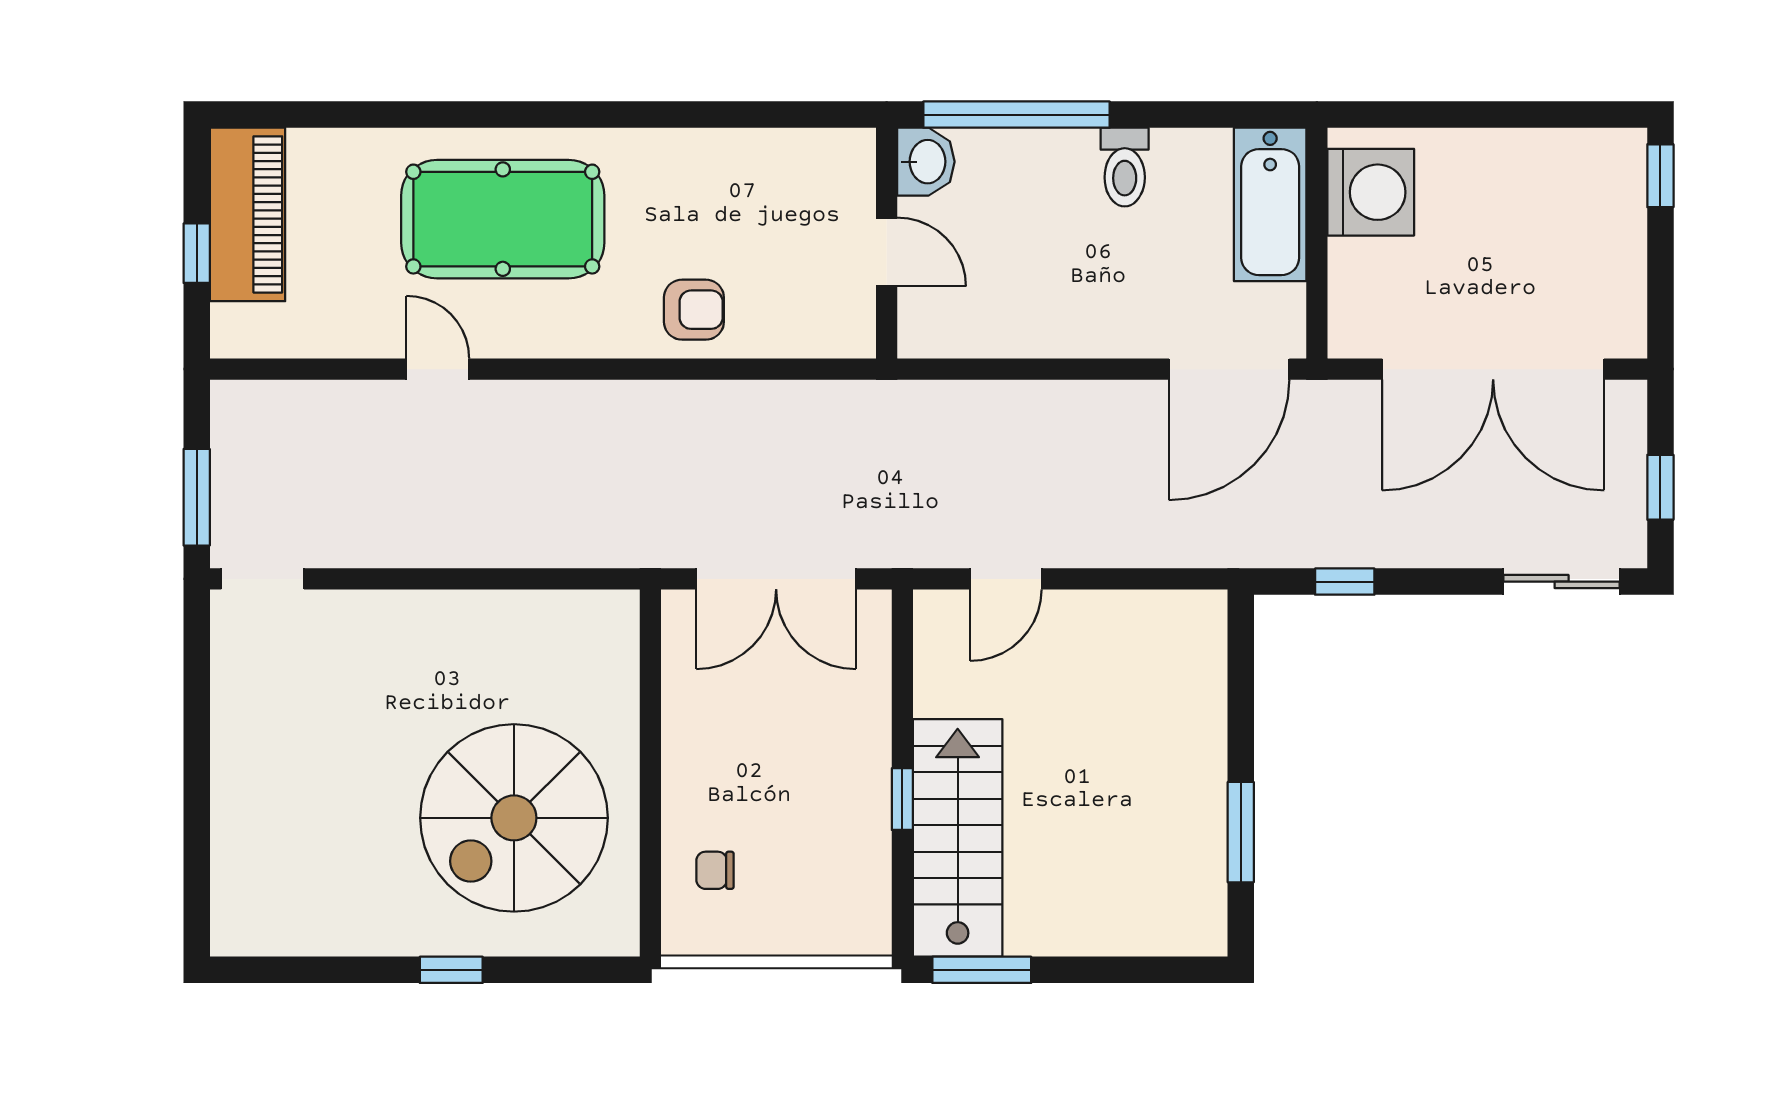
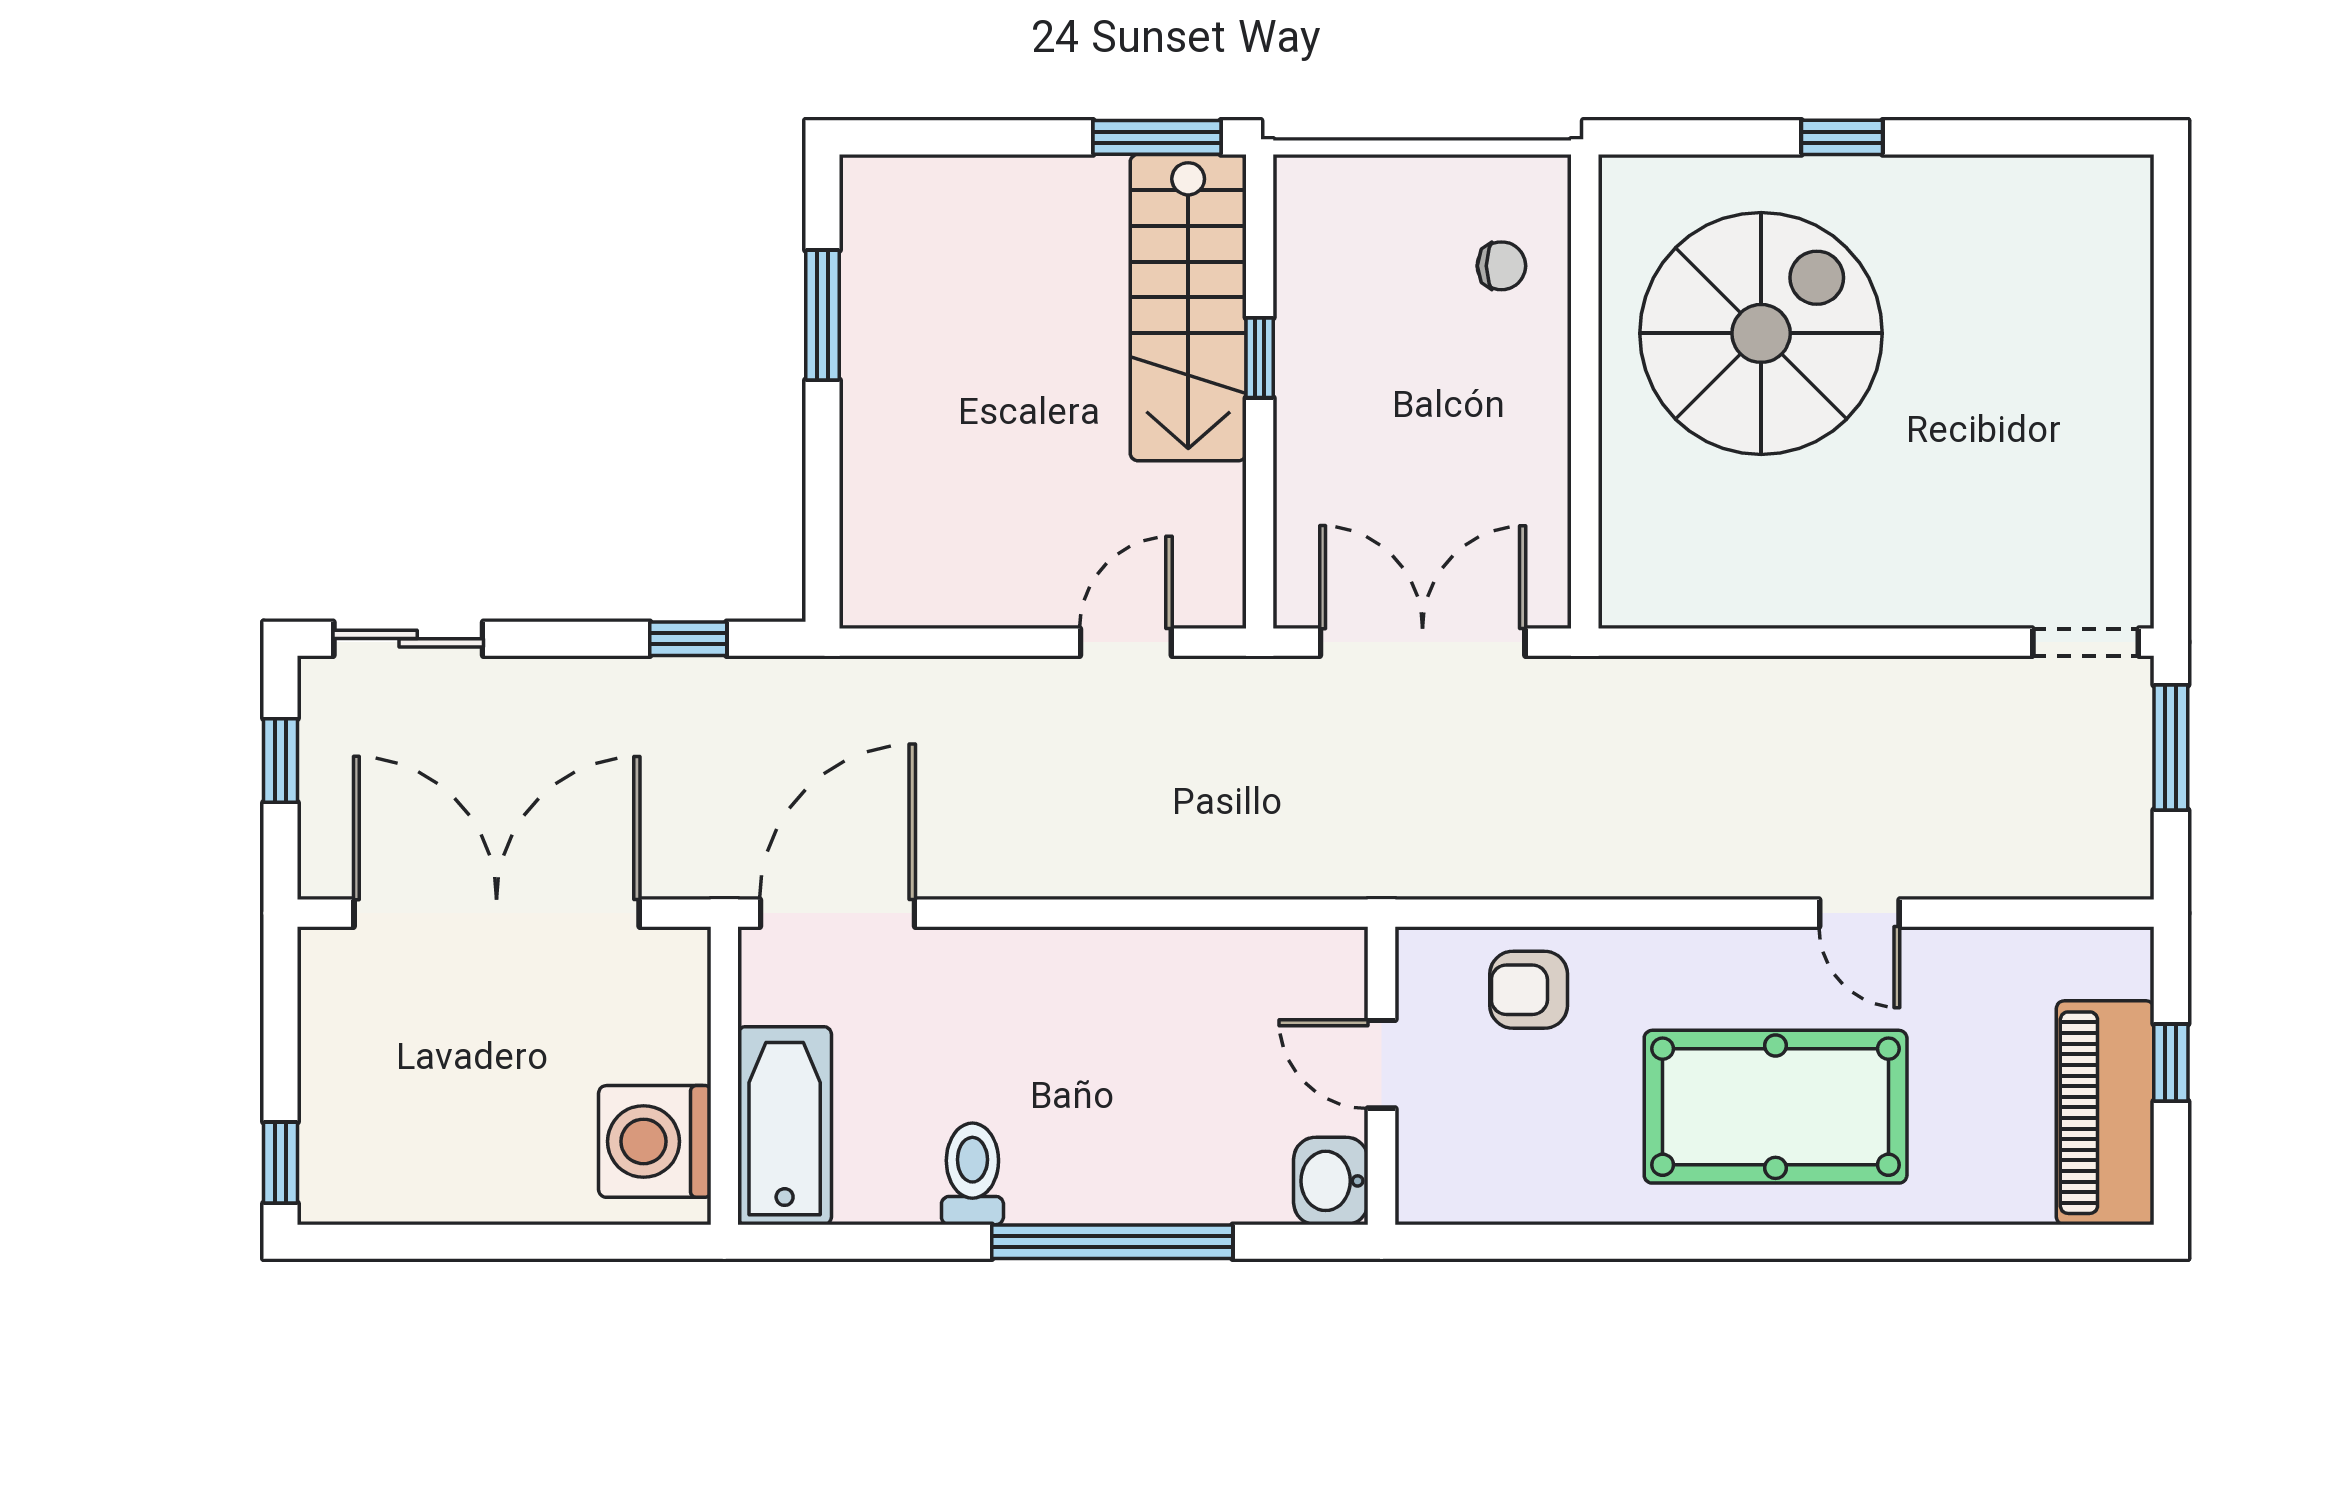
washbasin: (926, 162) -> (1331, 1181), moved
wall: (887, 243) -> (1382, 1076), moved
door: (887, 252) -> (1382, 1064), moved

